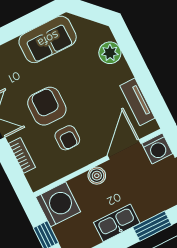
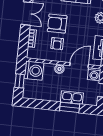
armchair: (47, 106) -> (57, 24), turned -90
kitchen sink: (117, 223) -> (72, 98), moved

